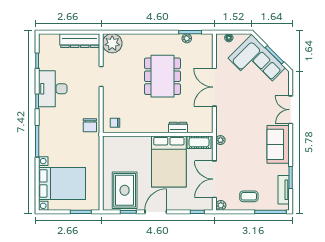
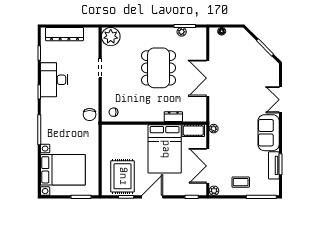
dresser: (80, 41) -> (65, 34), moved
corner sofa: (257, 63) -> (248, 55), removed
tv unit: (284, 190) -> (274, 165), moved

